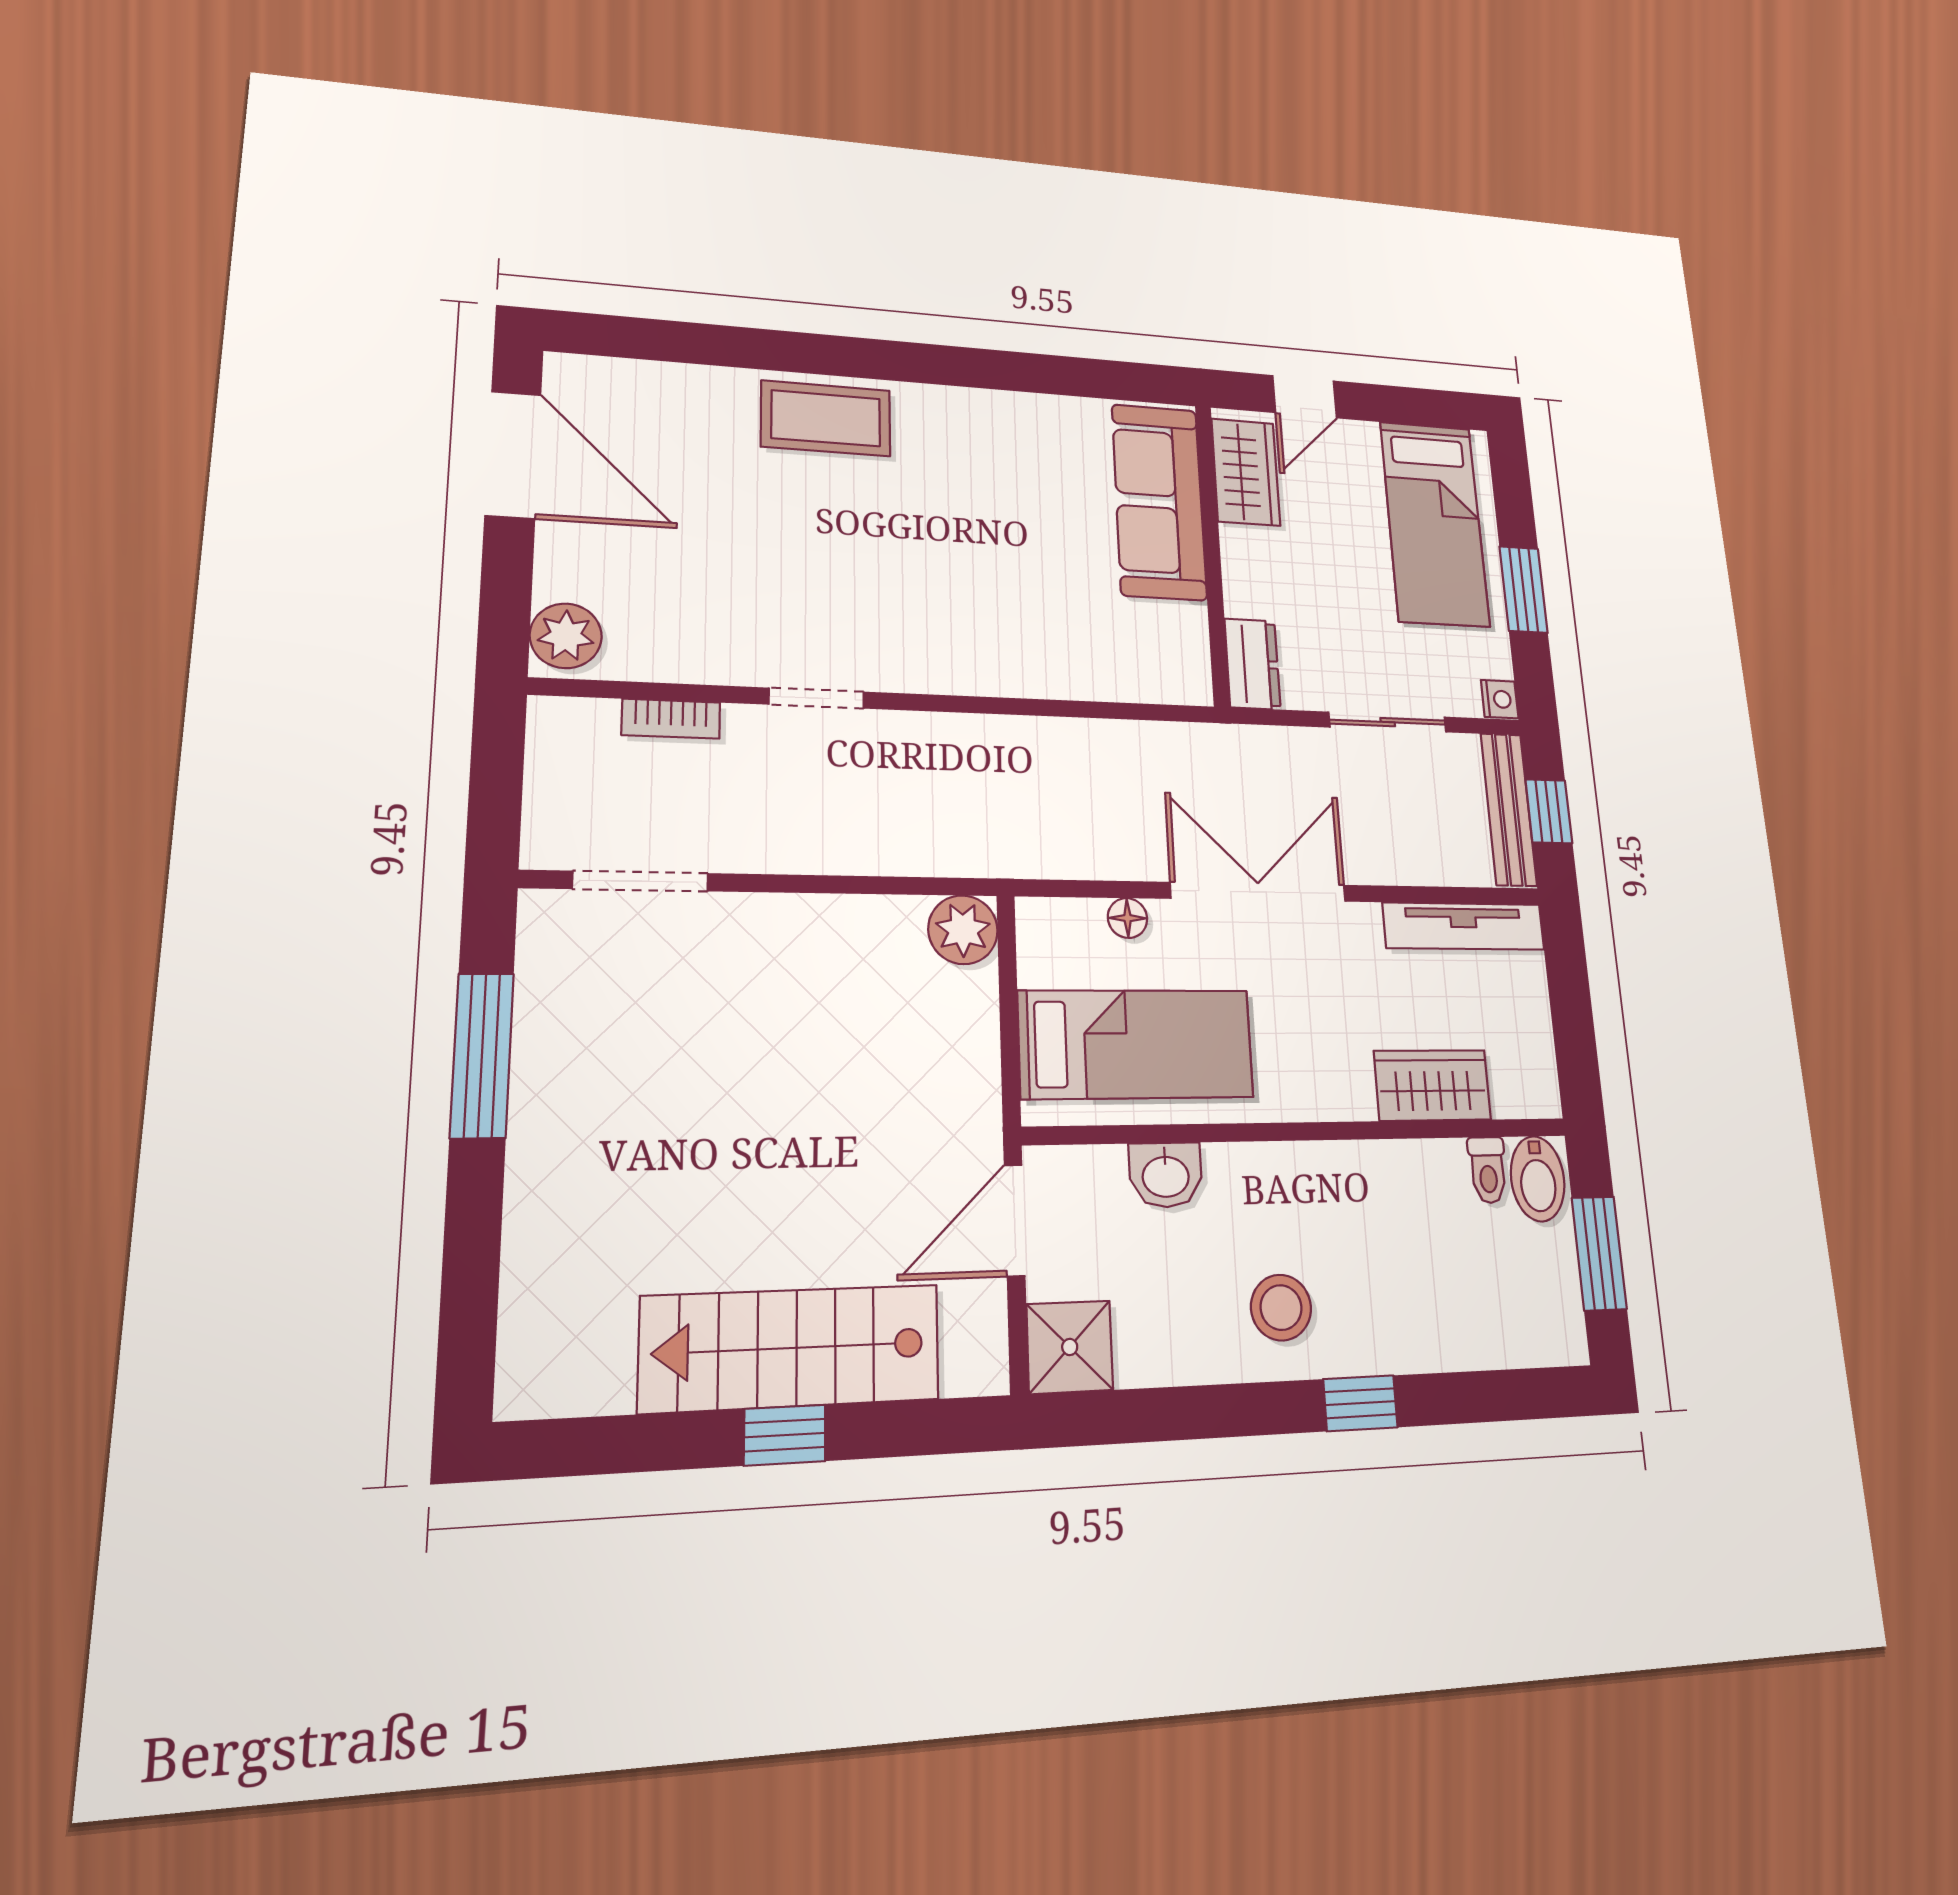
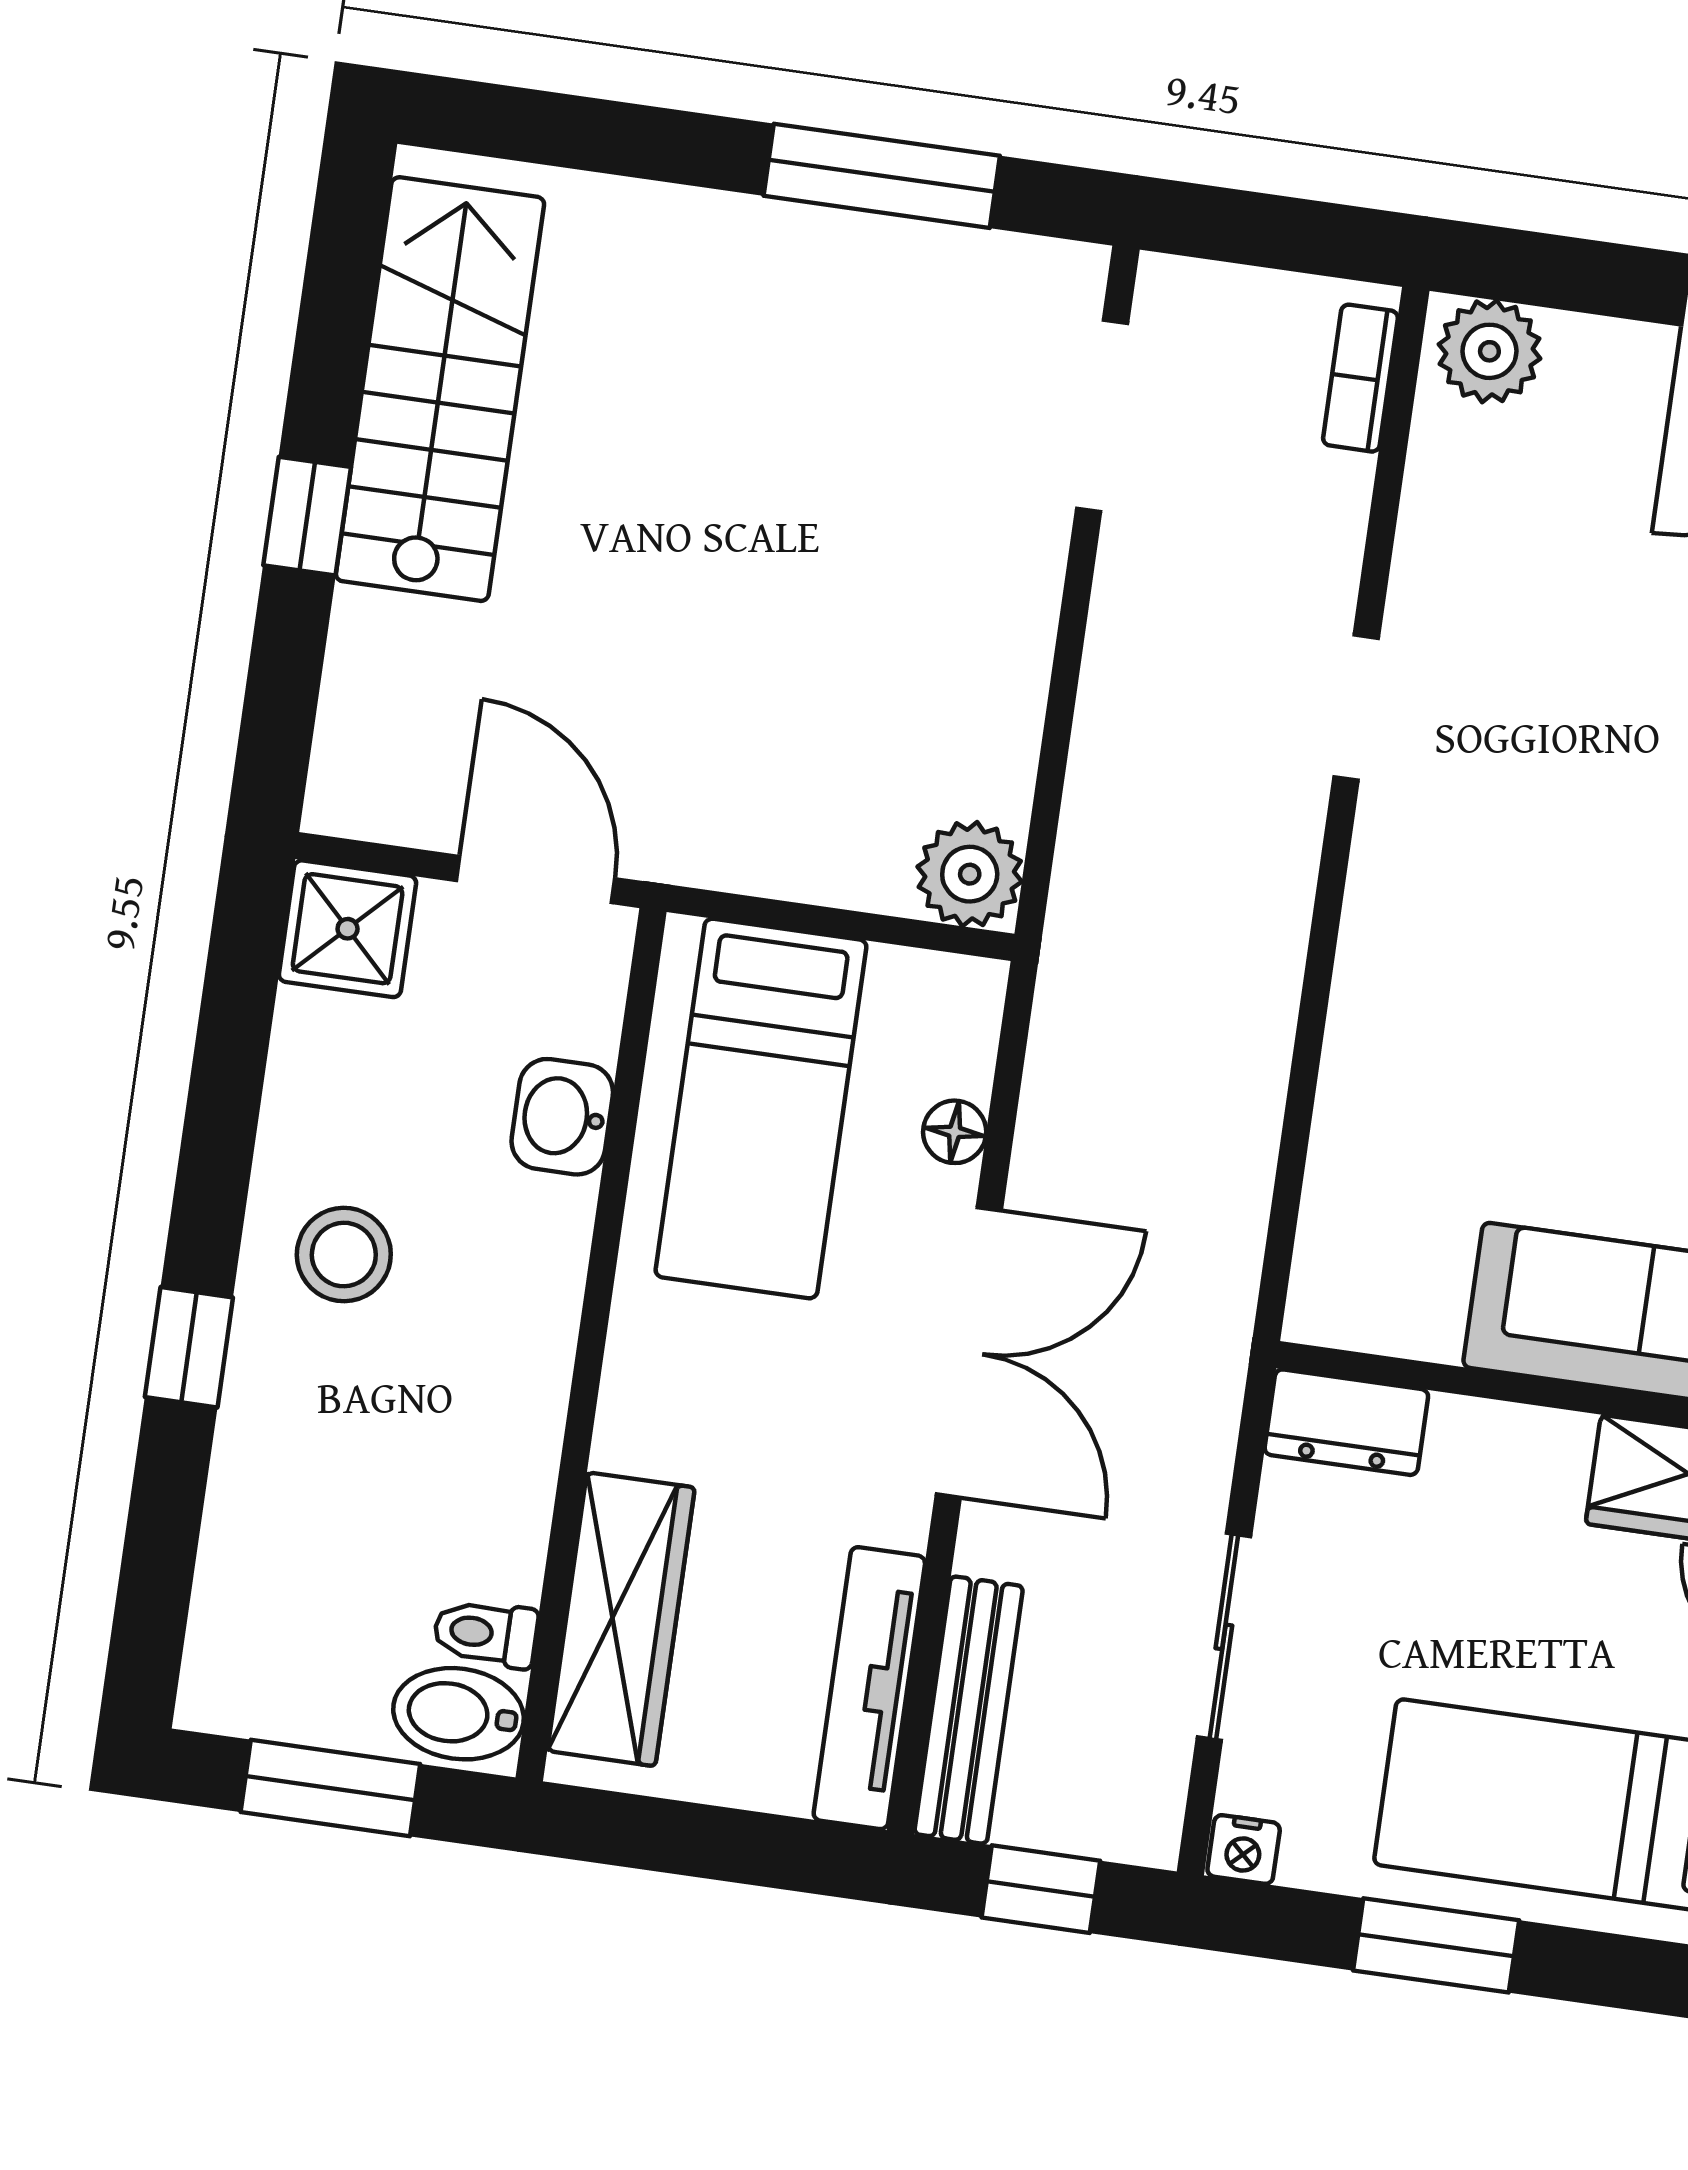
bookcase: (671, 719) -> (1360, 378), moved
bench: (1509, 809) -> (969, 1710), moved, turned 90
wardrobe: (1432, 1085) -> (621, 1619), width x1.50
stairs: (791, 1348) -> (440, 389), moved

